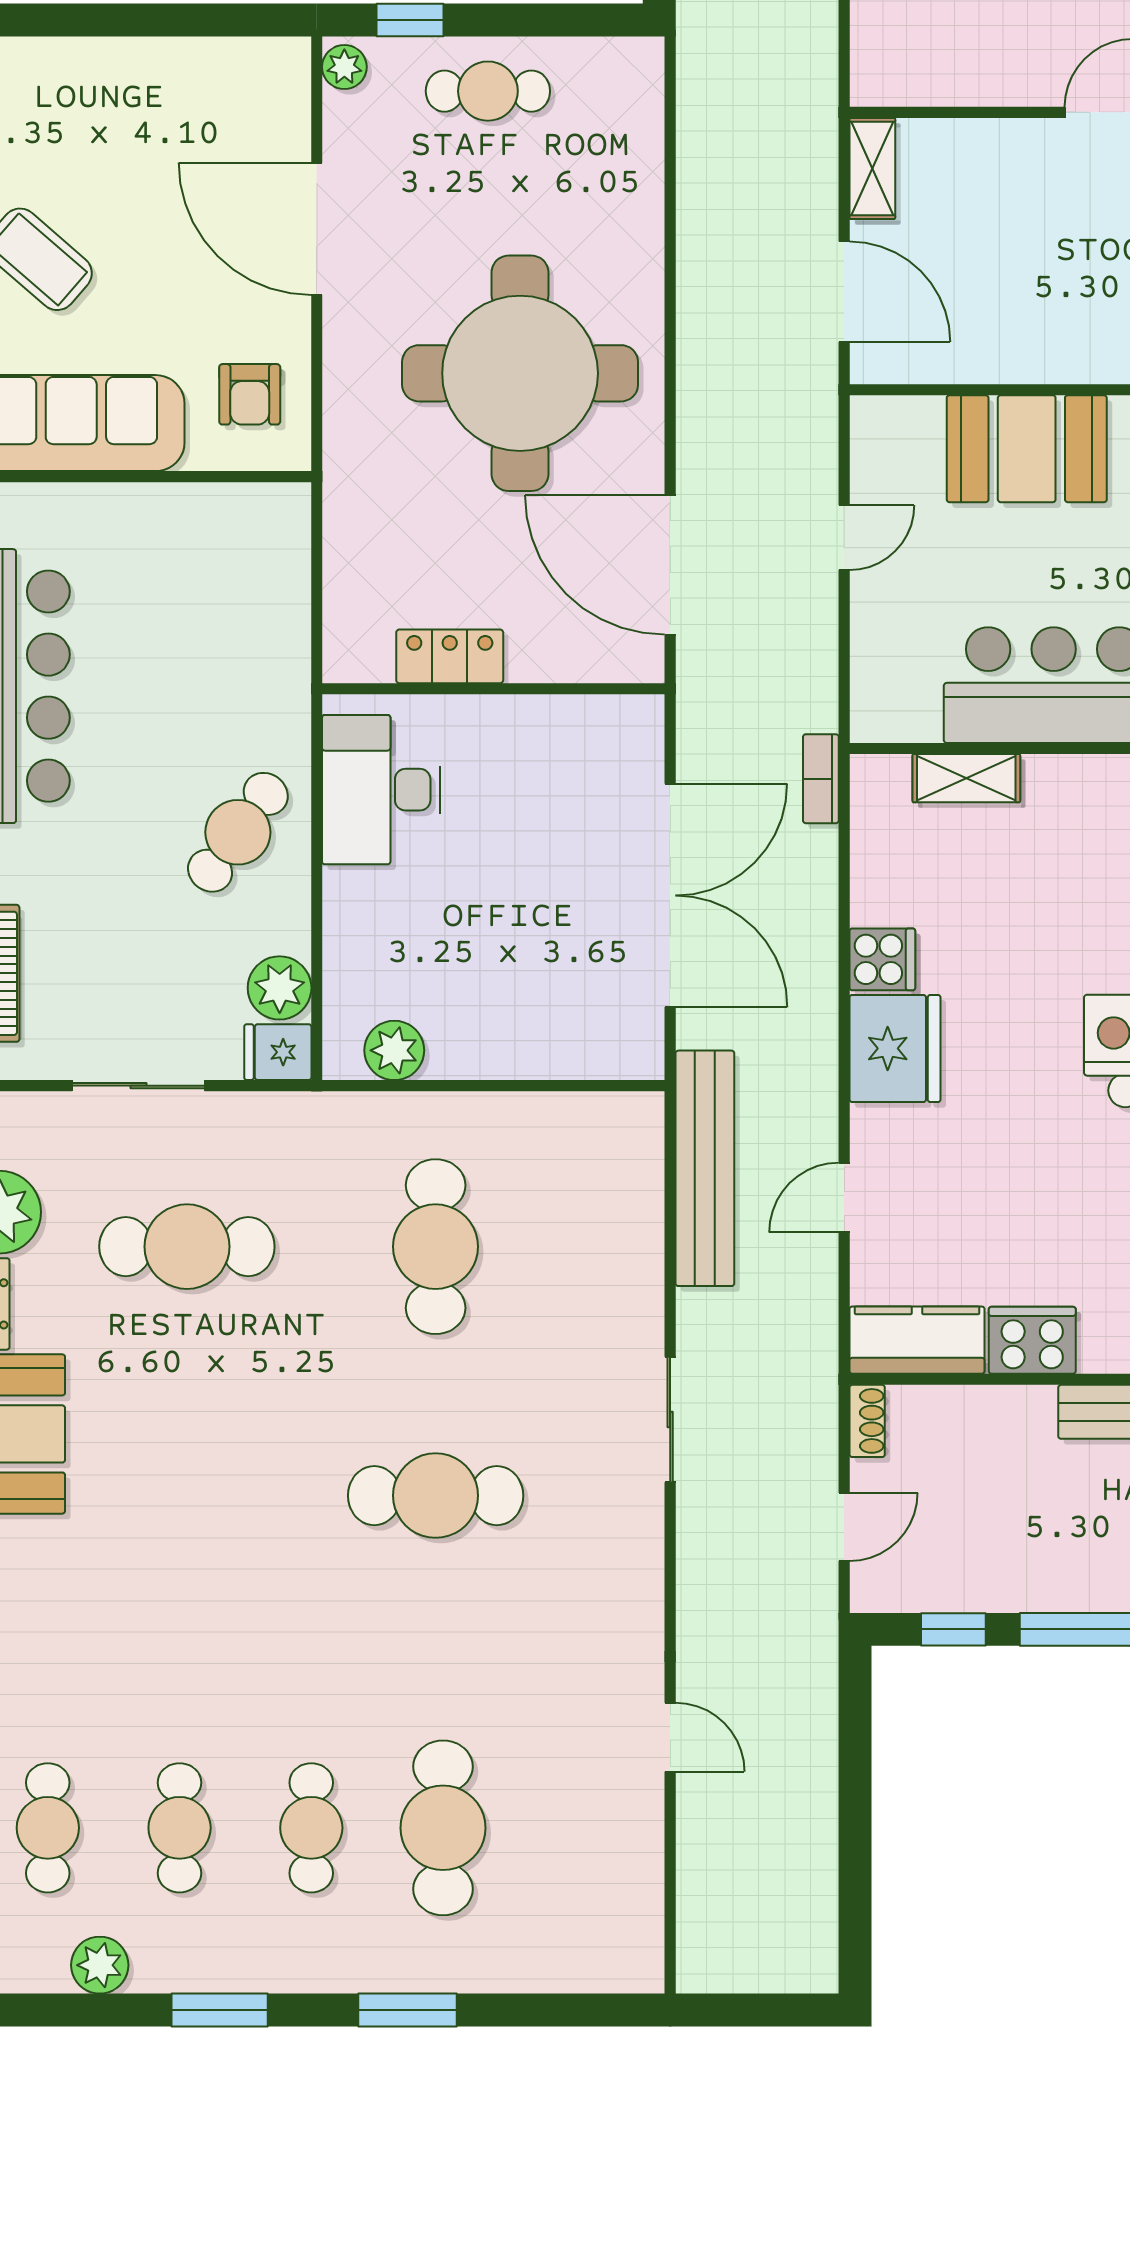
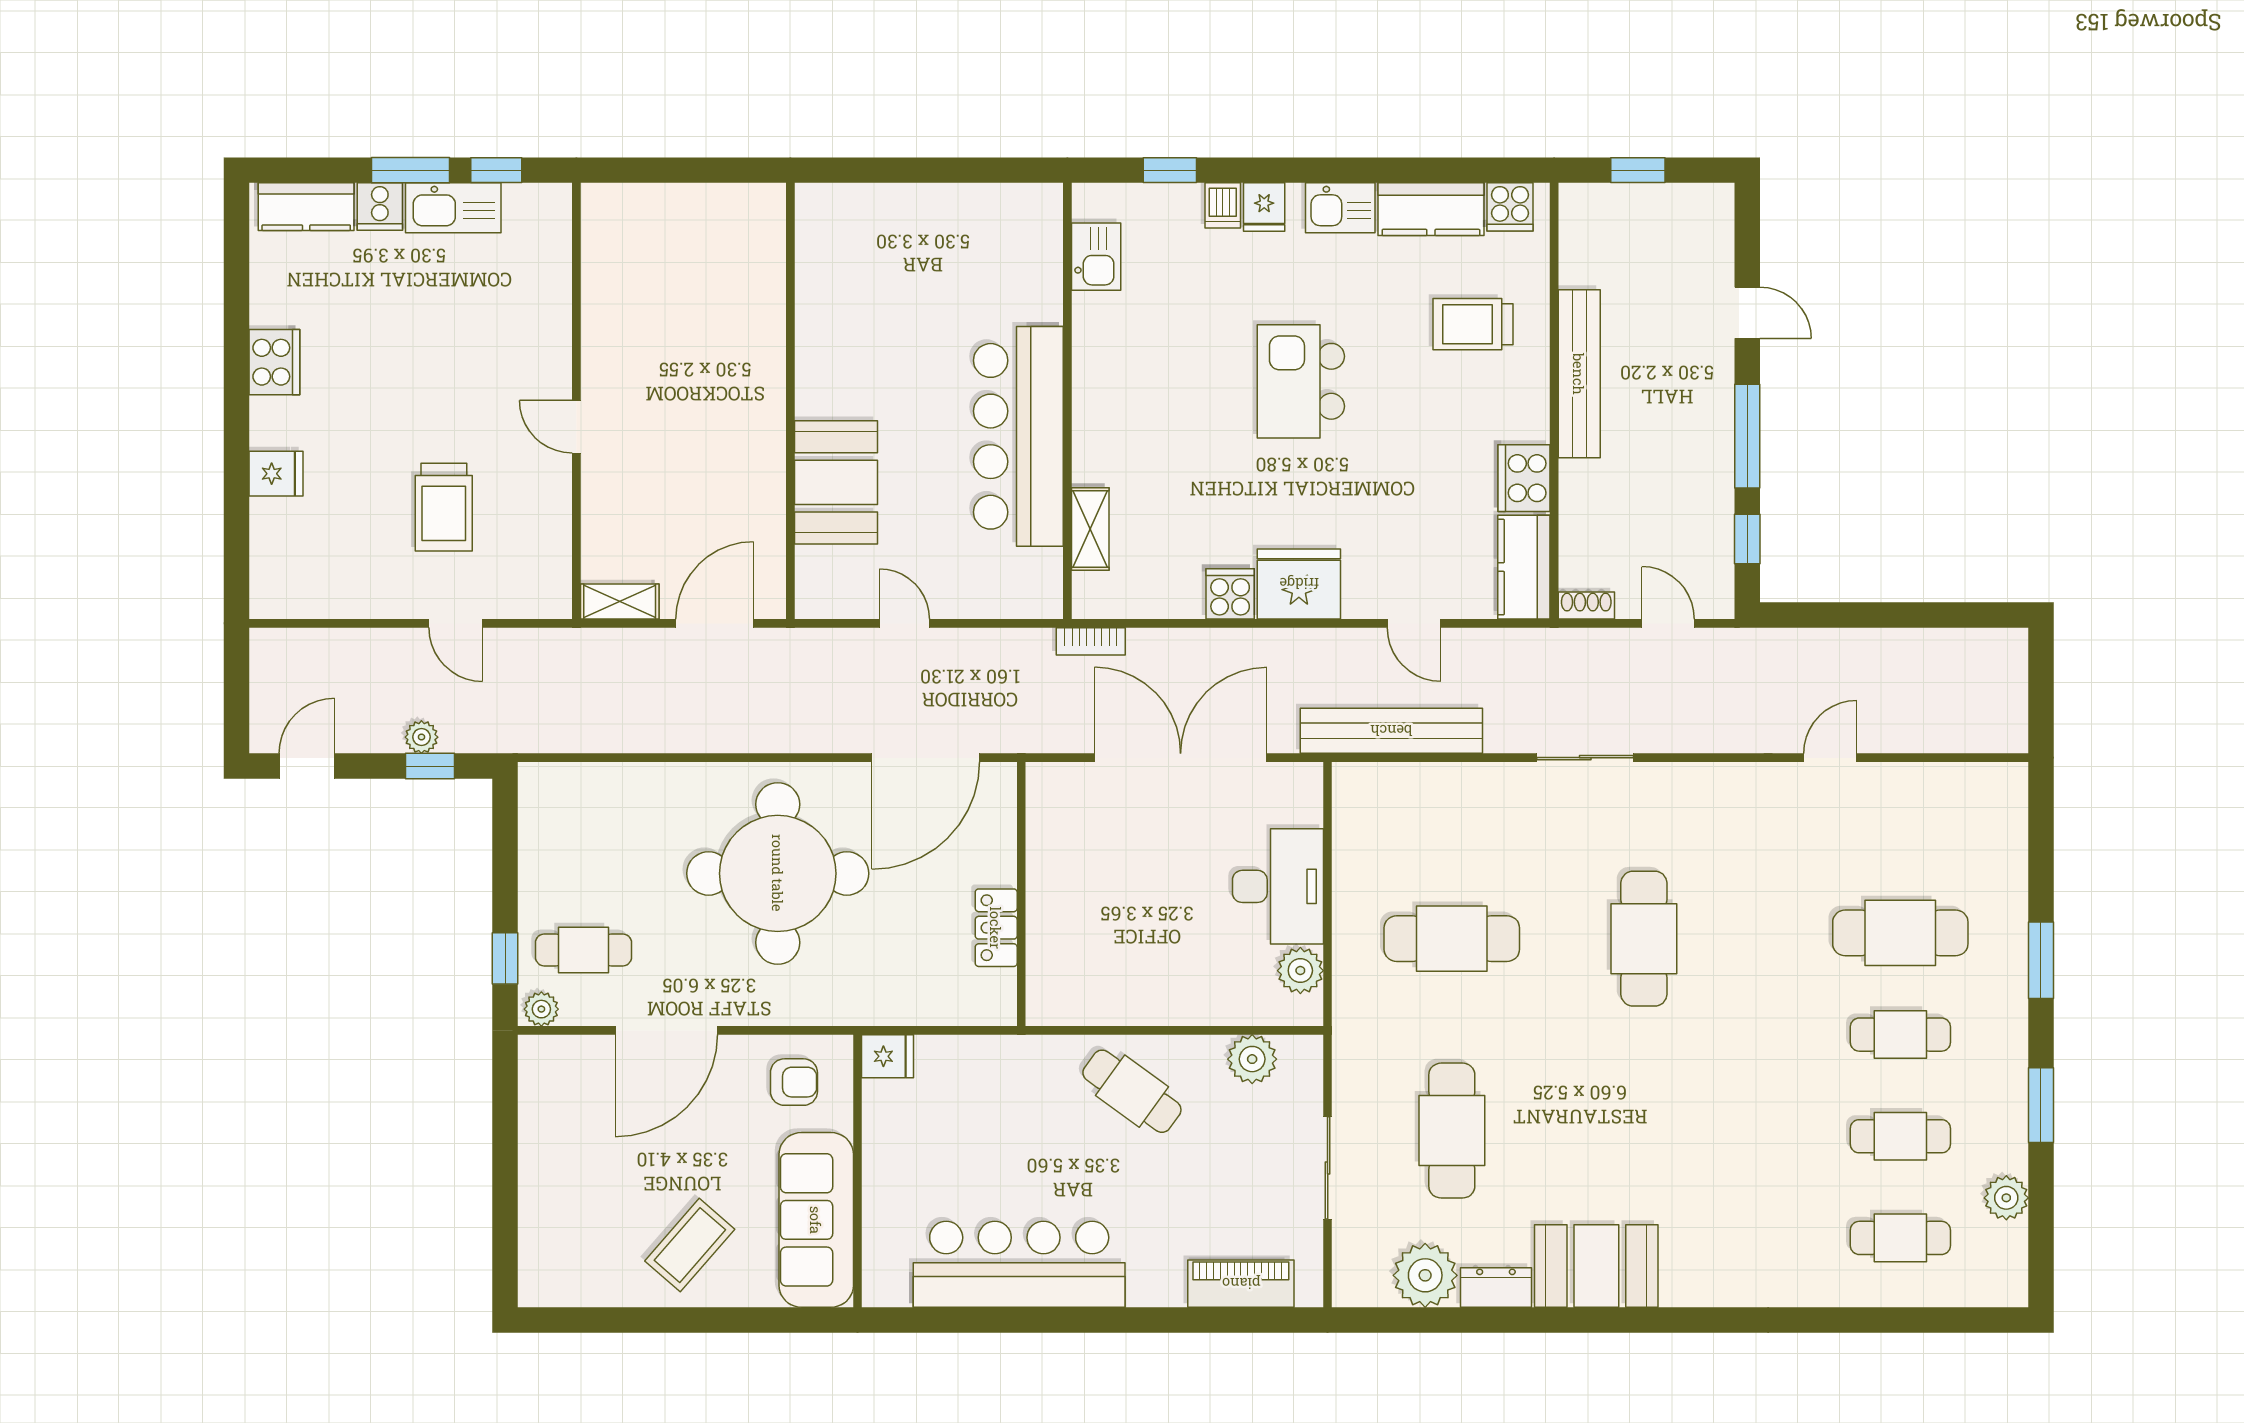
cafe table: (488, 91) -> (583, 950), moved, turned 90
desk: (381, 790) -> (1278, 886), moved, turned -90
fridge: (278, 1052) -> (888, 1056), moved, turned -90

